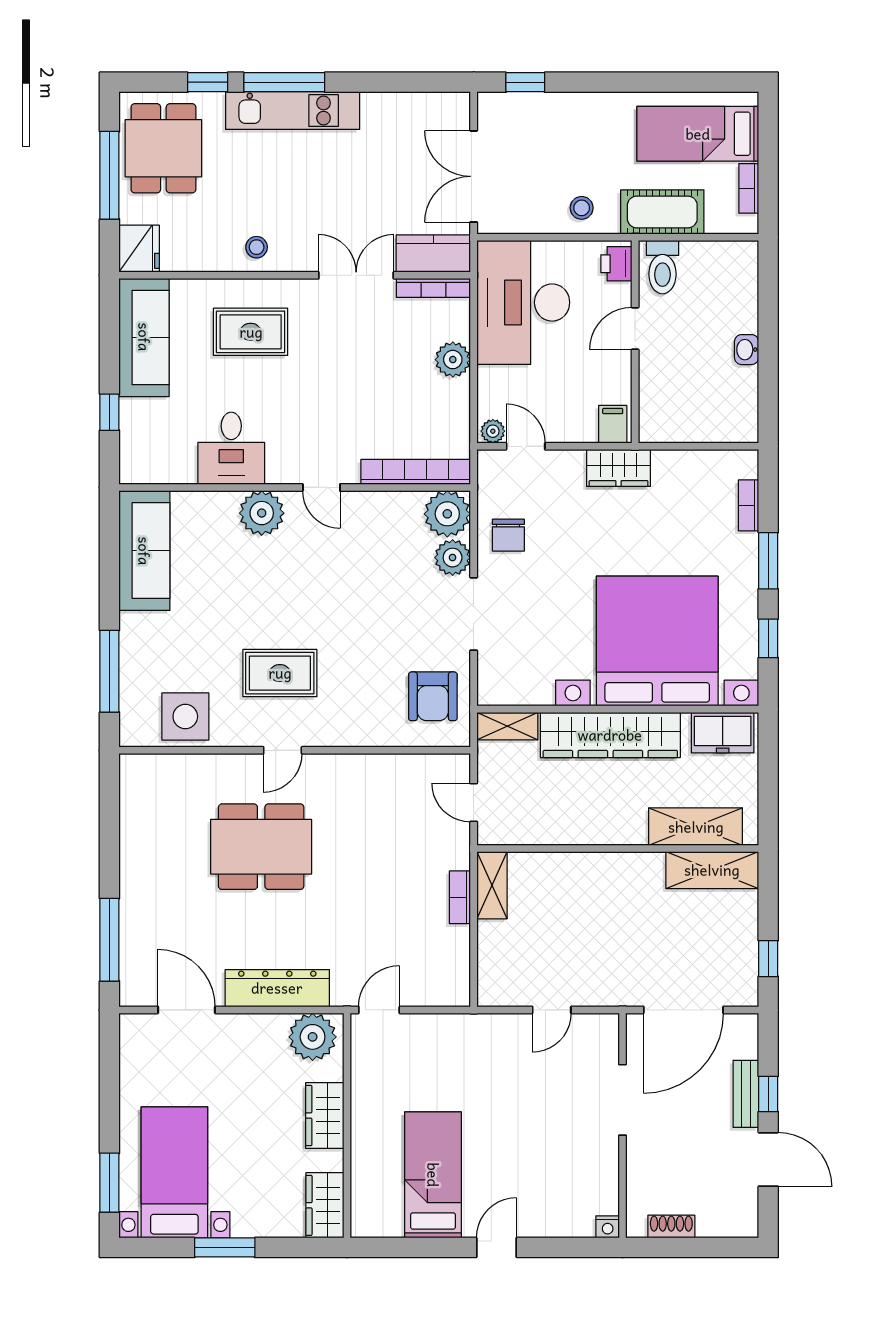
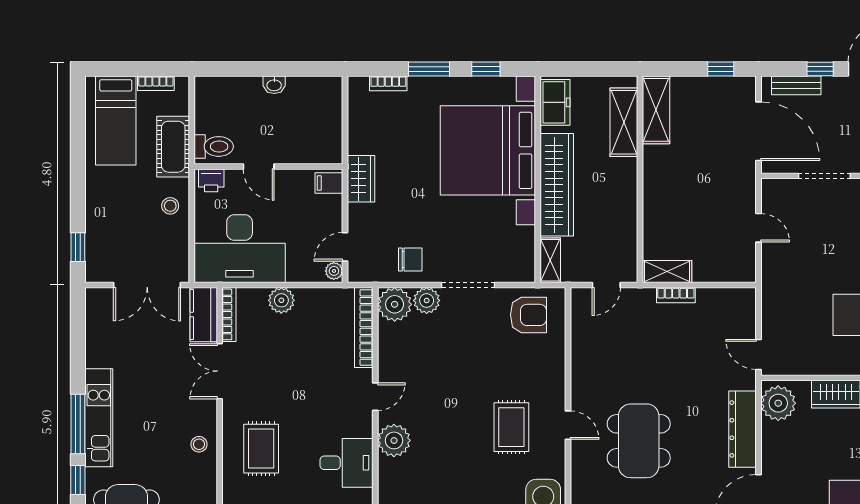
bench: (746, 1094) -> (796, 85), moved

